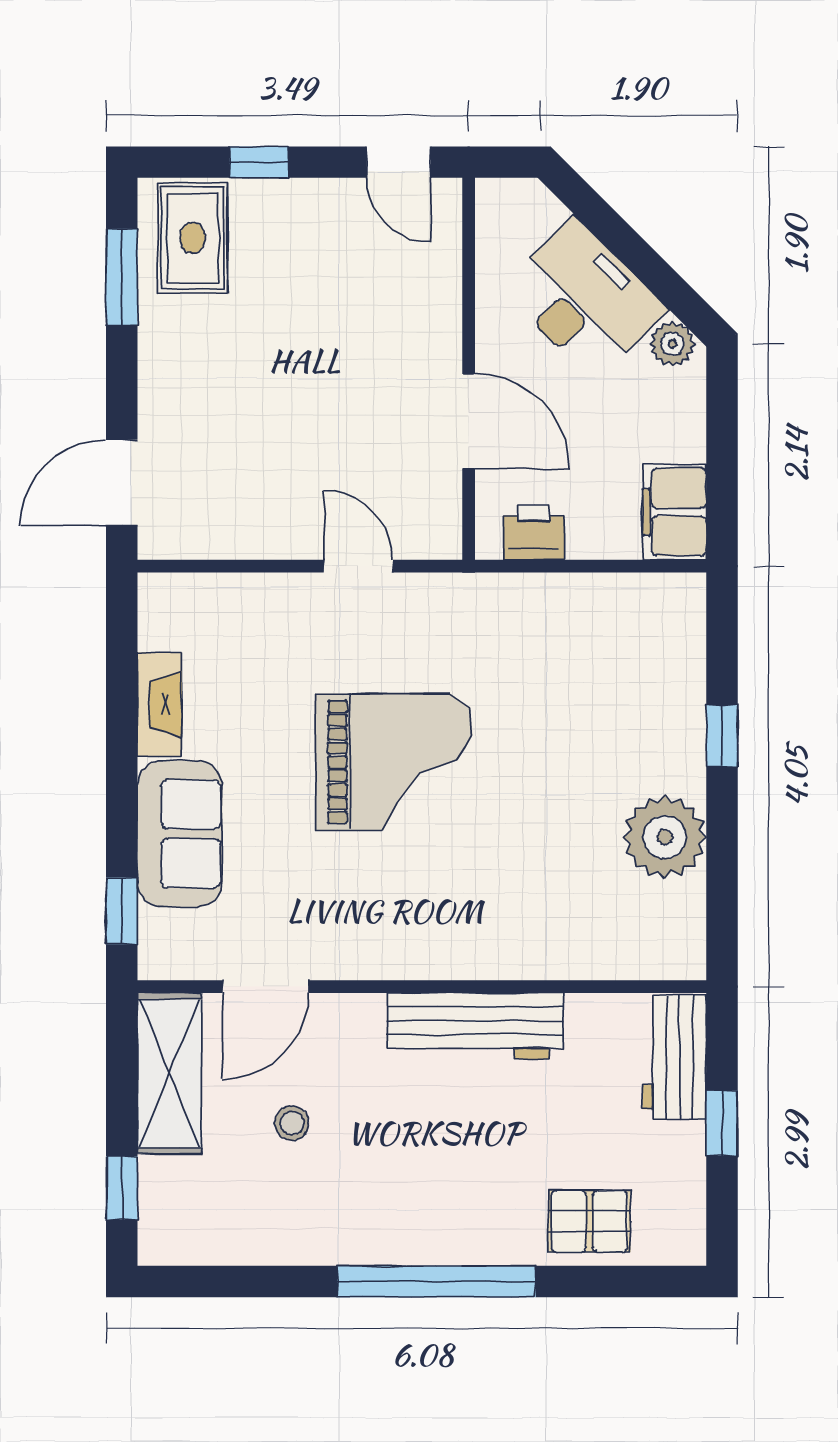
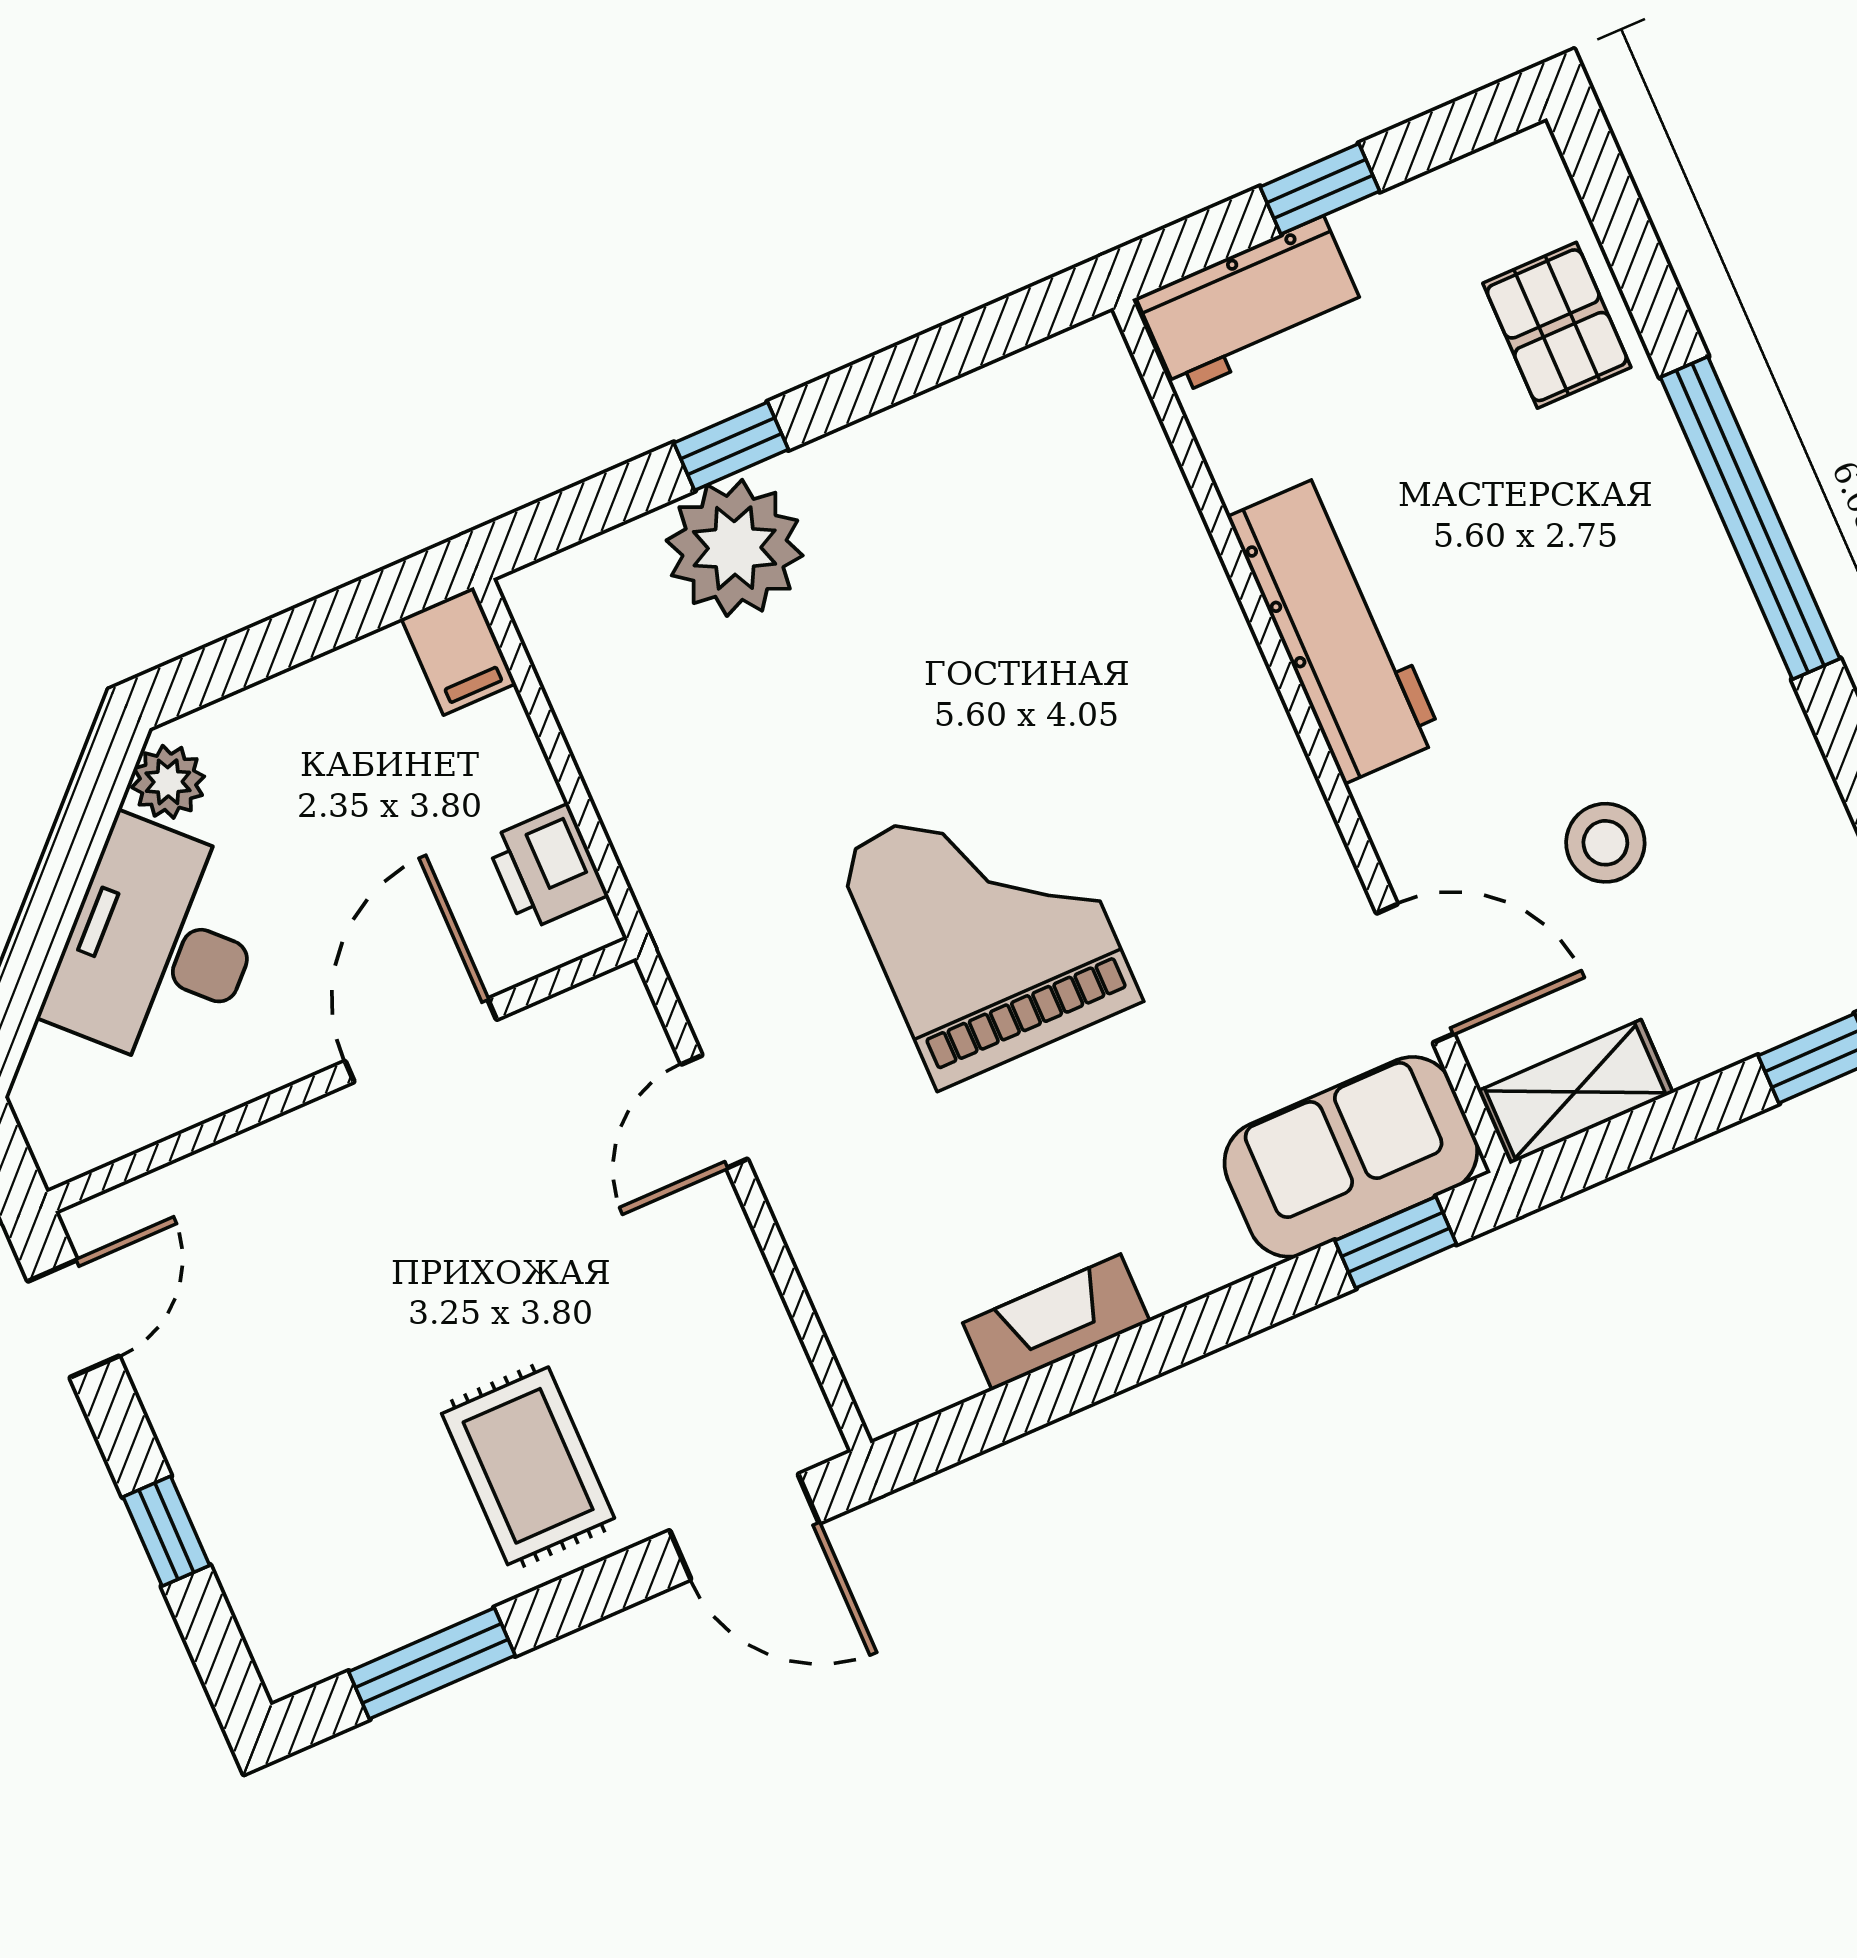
rug: (193, 238) -> (528, 1466), moved, turned 90
filing cabinet: (675, 512) -> (459, 651), width x0.50
sofa: (180, 834) -> (1351, 1157), moved
plant: (665, 837) -> (735, 548), moved
shelving: (170, 1073) -> (1575, 1092), width x0.67, depth x0.75
stool: (292, 1123) -> (1605, 843), width x1.37, depth x1.37

